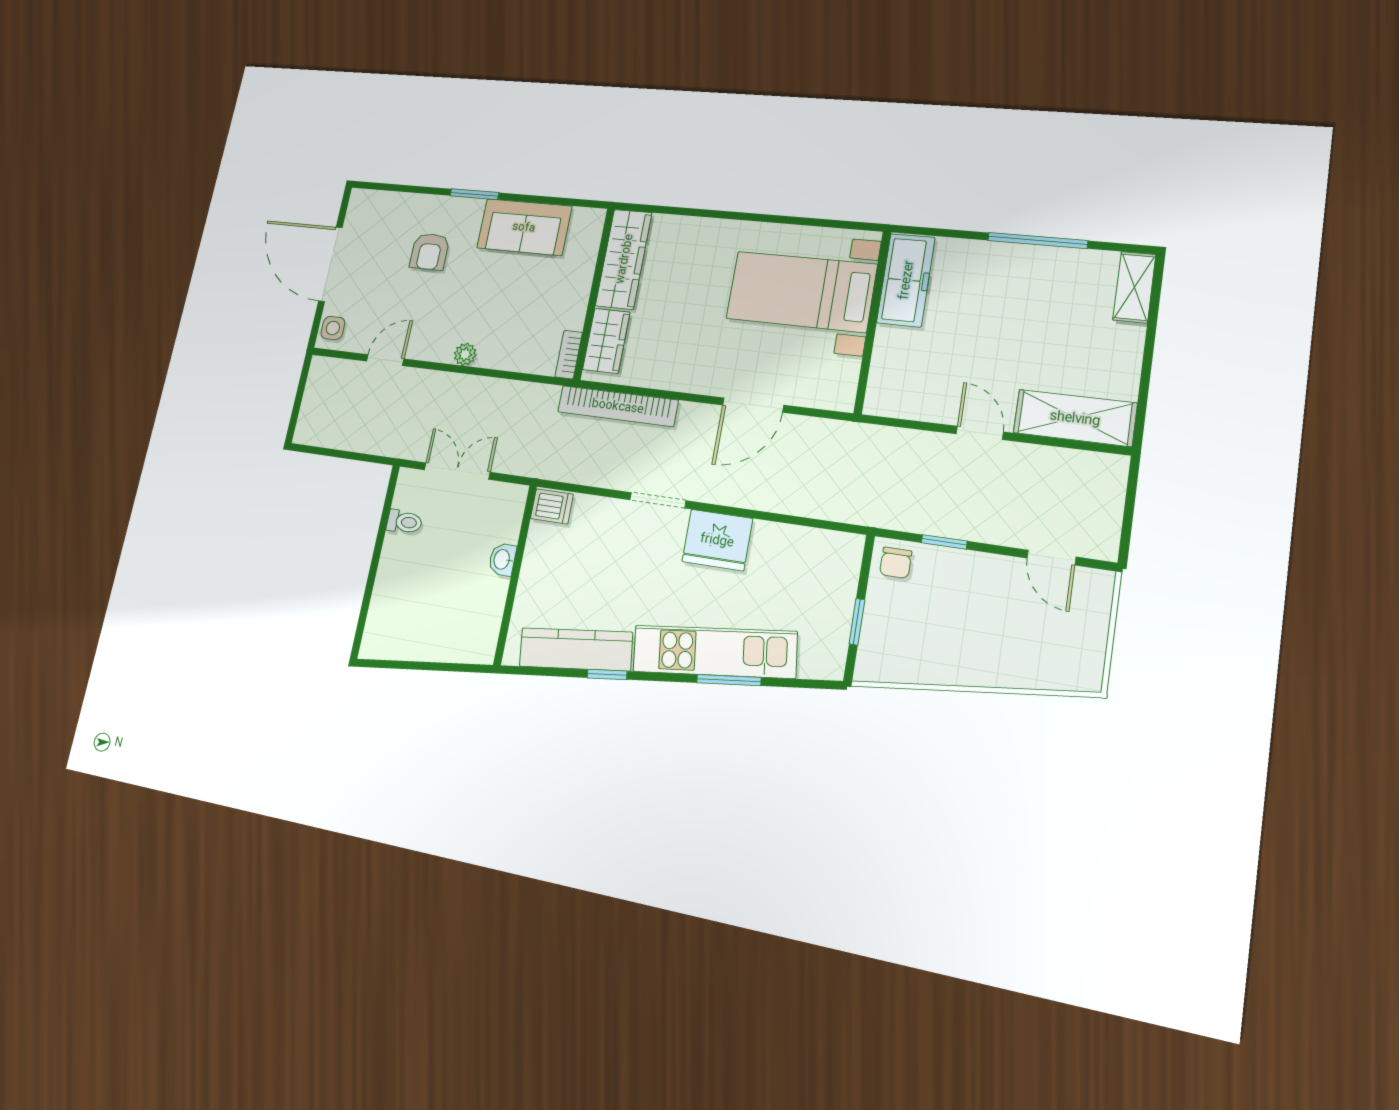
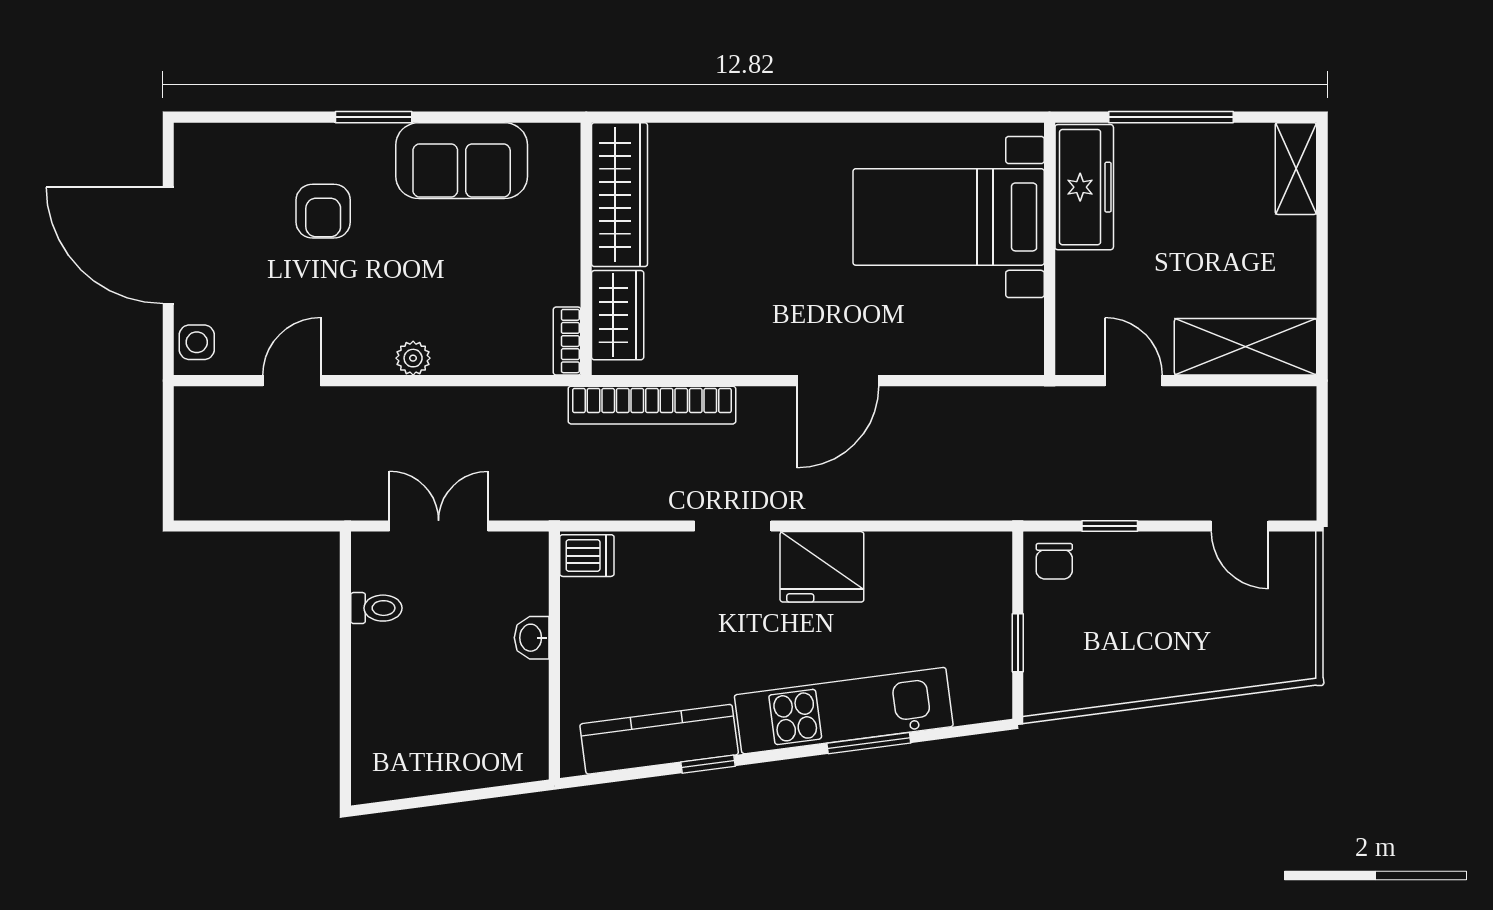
freezer: (906, 280) -> (1084, 187), moved
bed with nightstands: (801, 292) -> (949, 217), moved
wall: (872, 322) -> (1050, 249), moved

